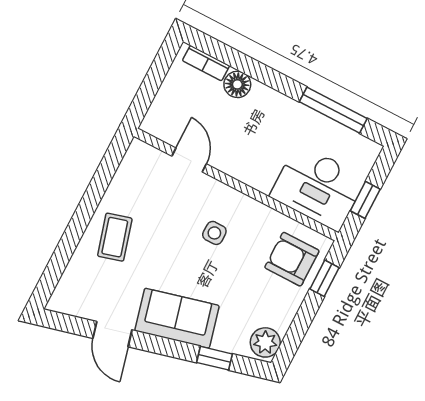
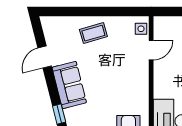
side table: (214, 233) -> (141, 29), moved

